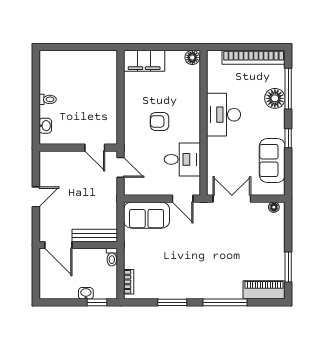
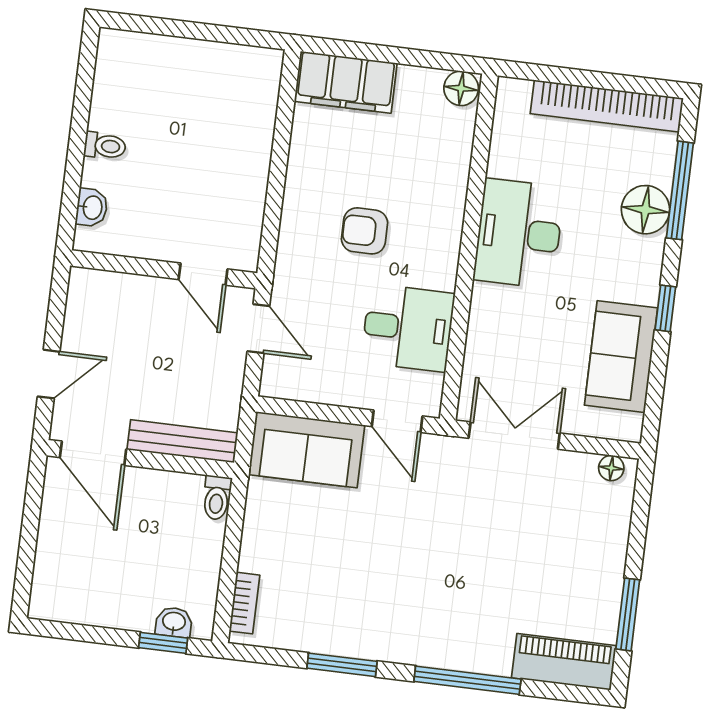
bench: (95, 235) -> (182, 441), moved
door: (58, 245) -> (93, 453), moved
wall: (78, 245) -> (140, 459), moved
toilet: (112, 257) -> (217, 498), moved
washbasin: (86, 293) -> (174, 622), moved

